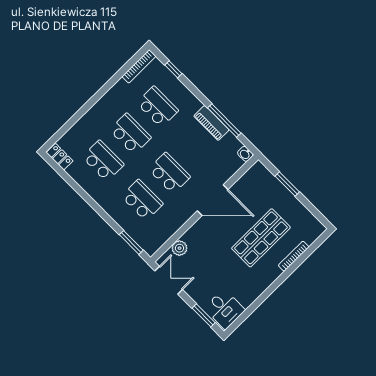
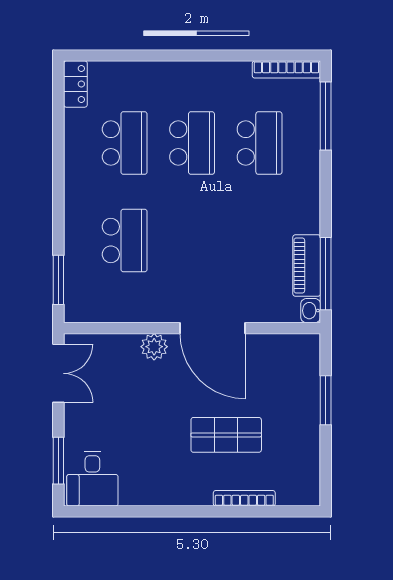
window: (173, 69) -> (326, 116), width x2.17
window: (224, 120) -> (326, 274), moved
piano: (211, 123) -> (307, 265), moved
school desk: (169, 173) -> (192, 240), removed
shop shelf: (261, 238) -> (226, 435), width x0.70, depth x0.74
plant: (179, 248) -> (154, 347), moved

